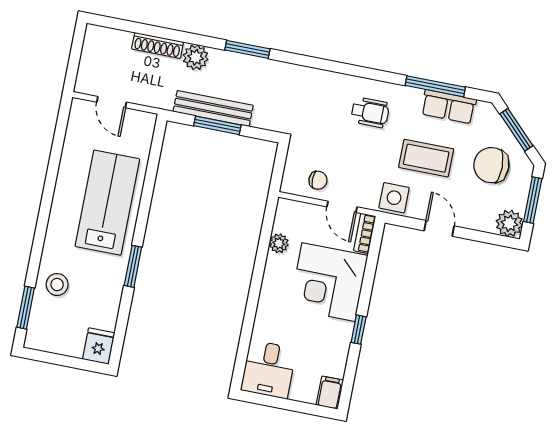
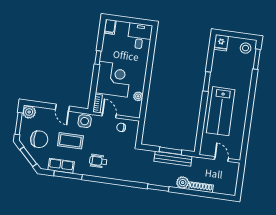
stool: (57, 285) -> (246, 48), moved

